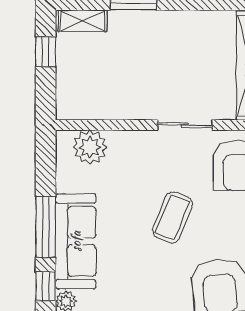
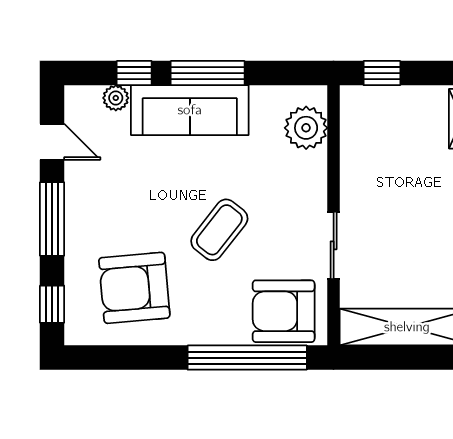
window: (46, 52) -> (382, 73), moved
coffee table: (172, 217) -> (219, 230), turned -74

